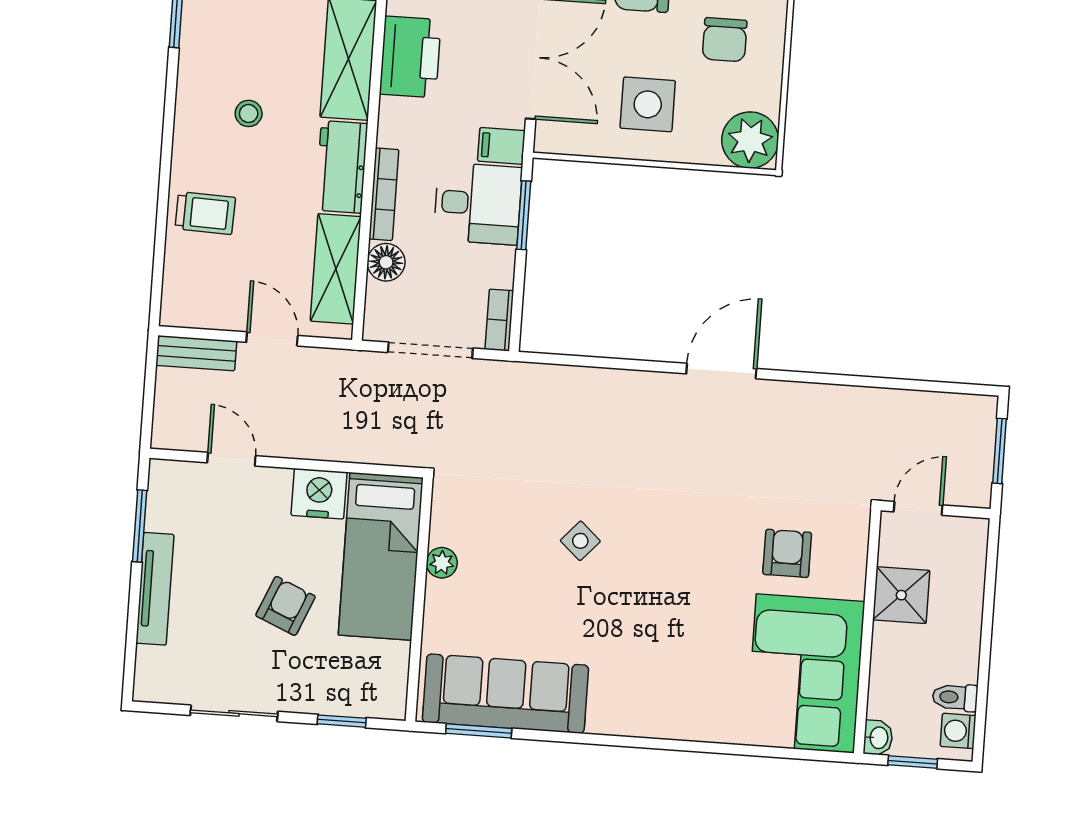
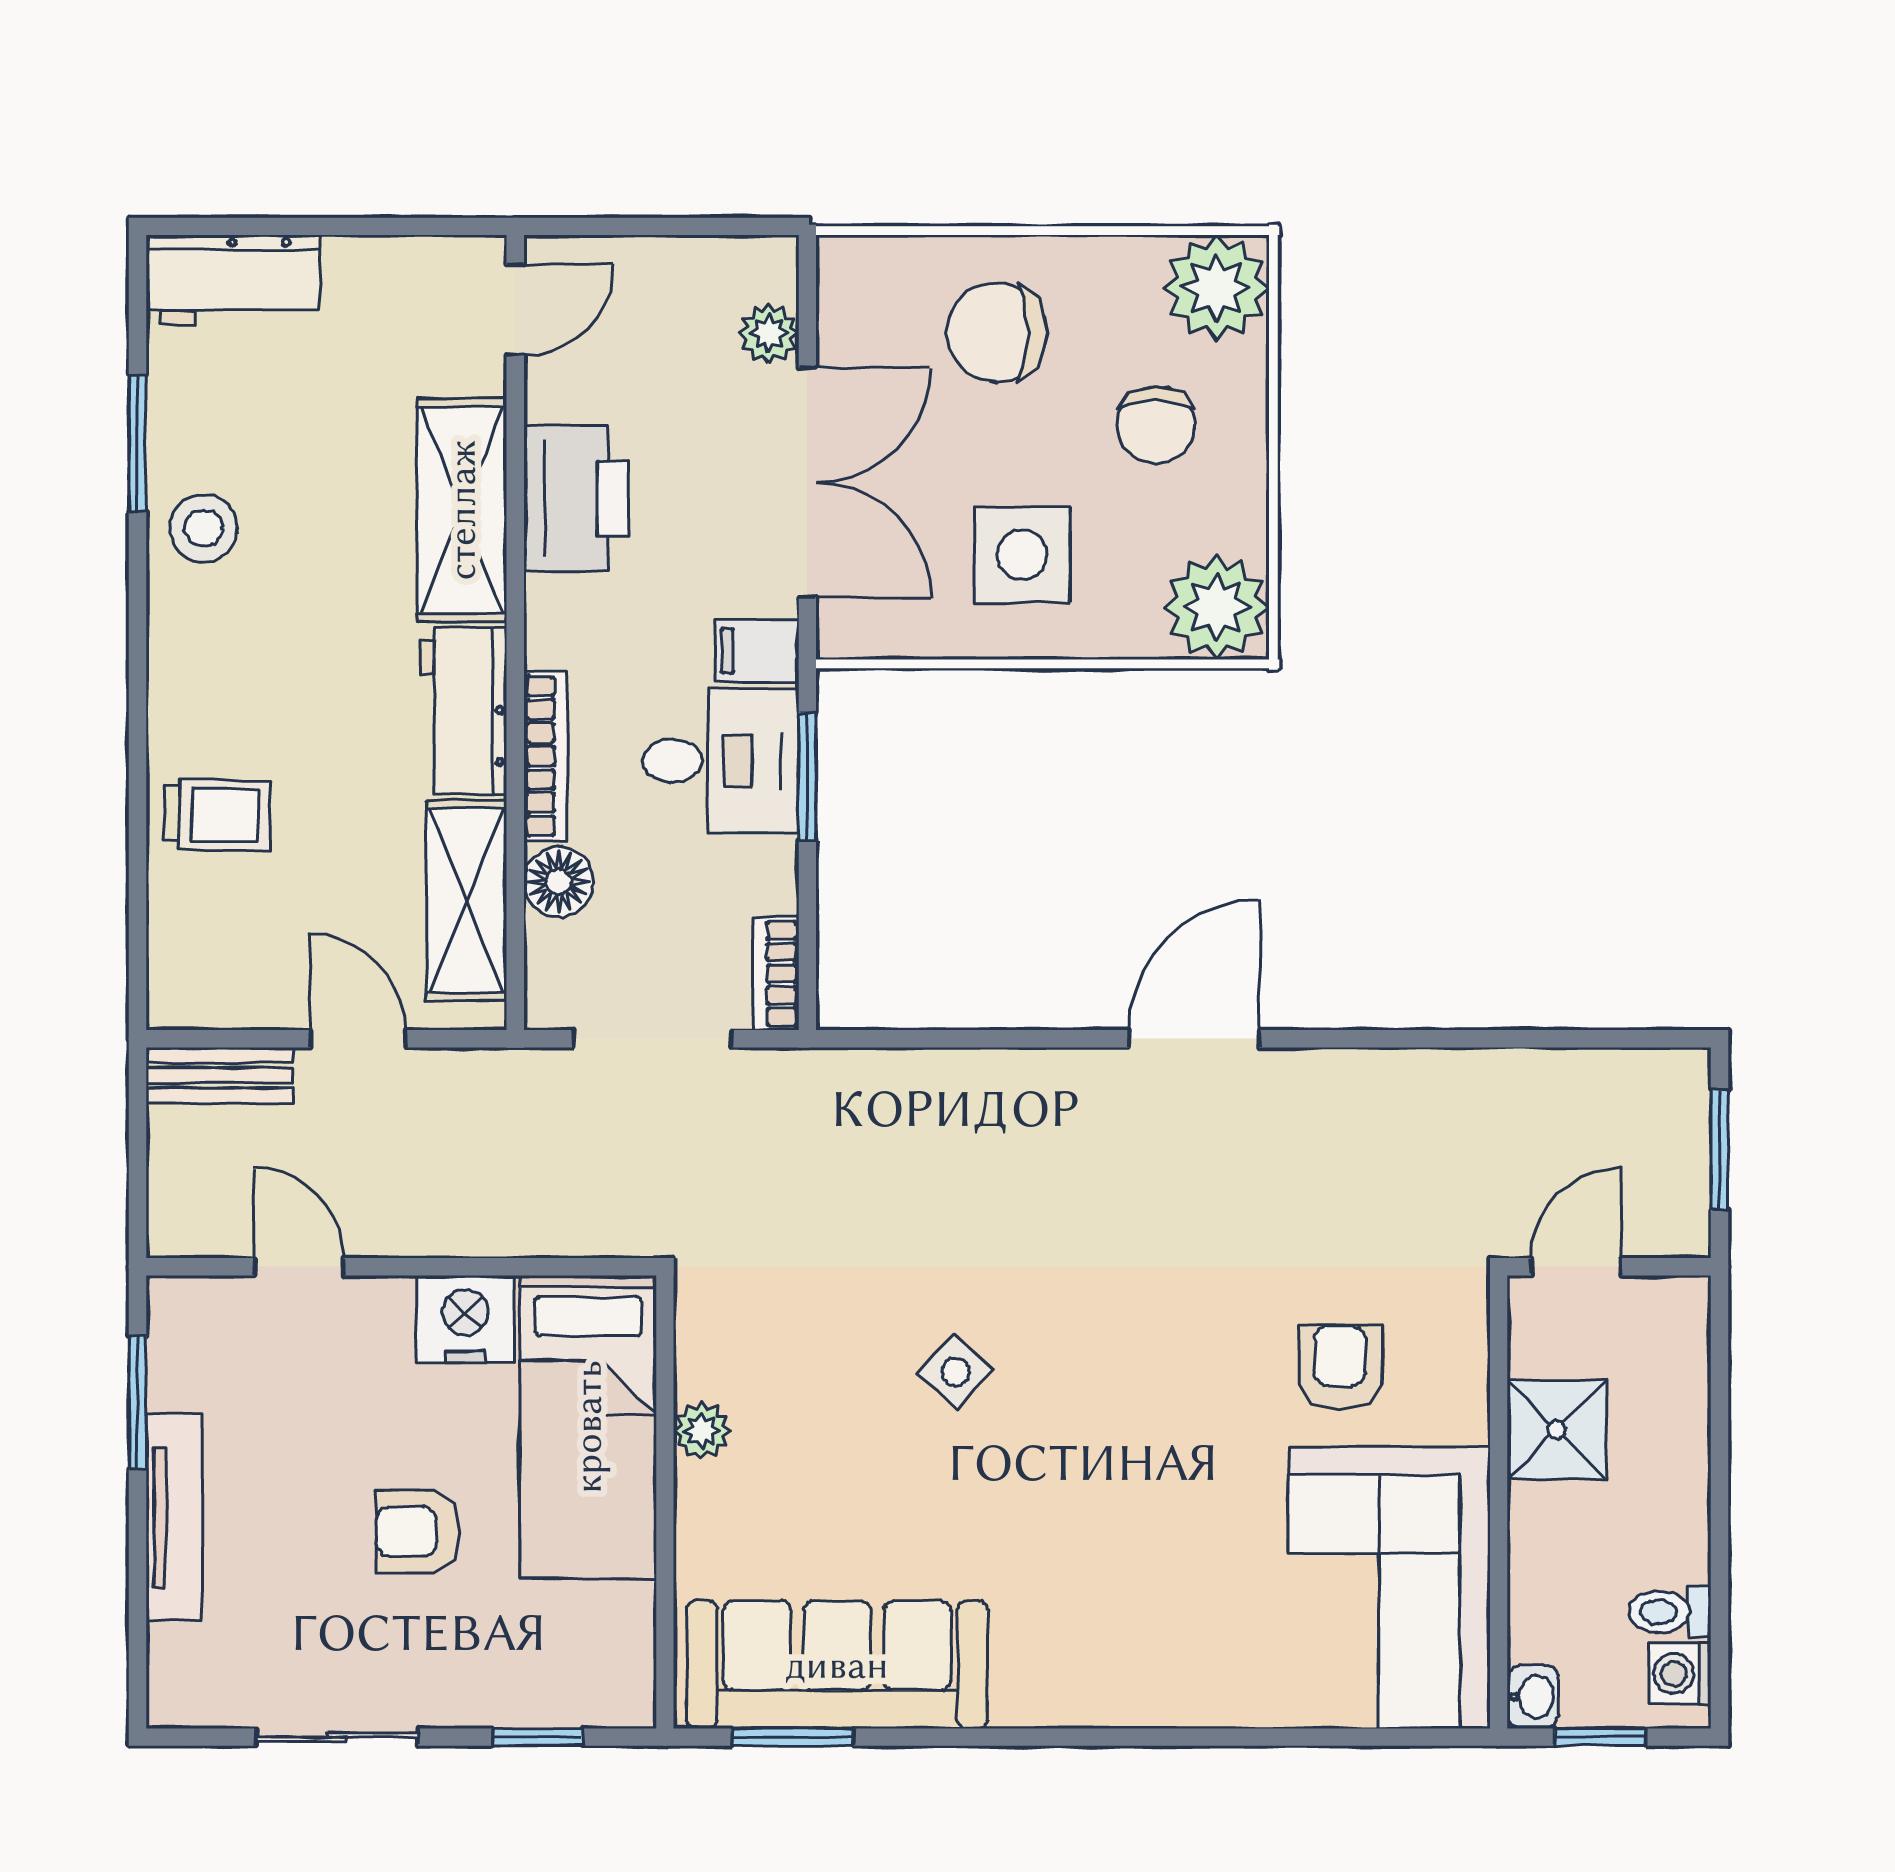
stool: (249, 113) -> (204, 528), moved, width x1.37, depth x1.37
armchair: (286, 606) -> (418, 1531), turned -113

